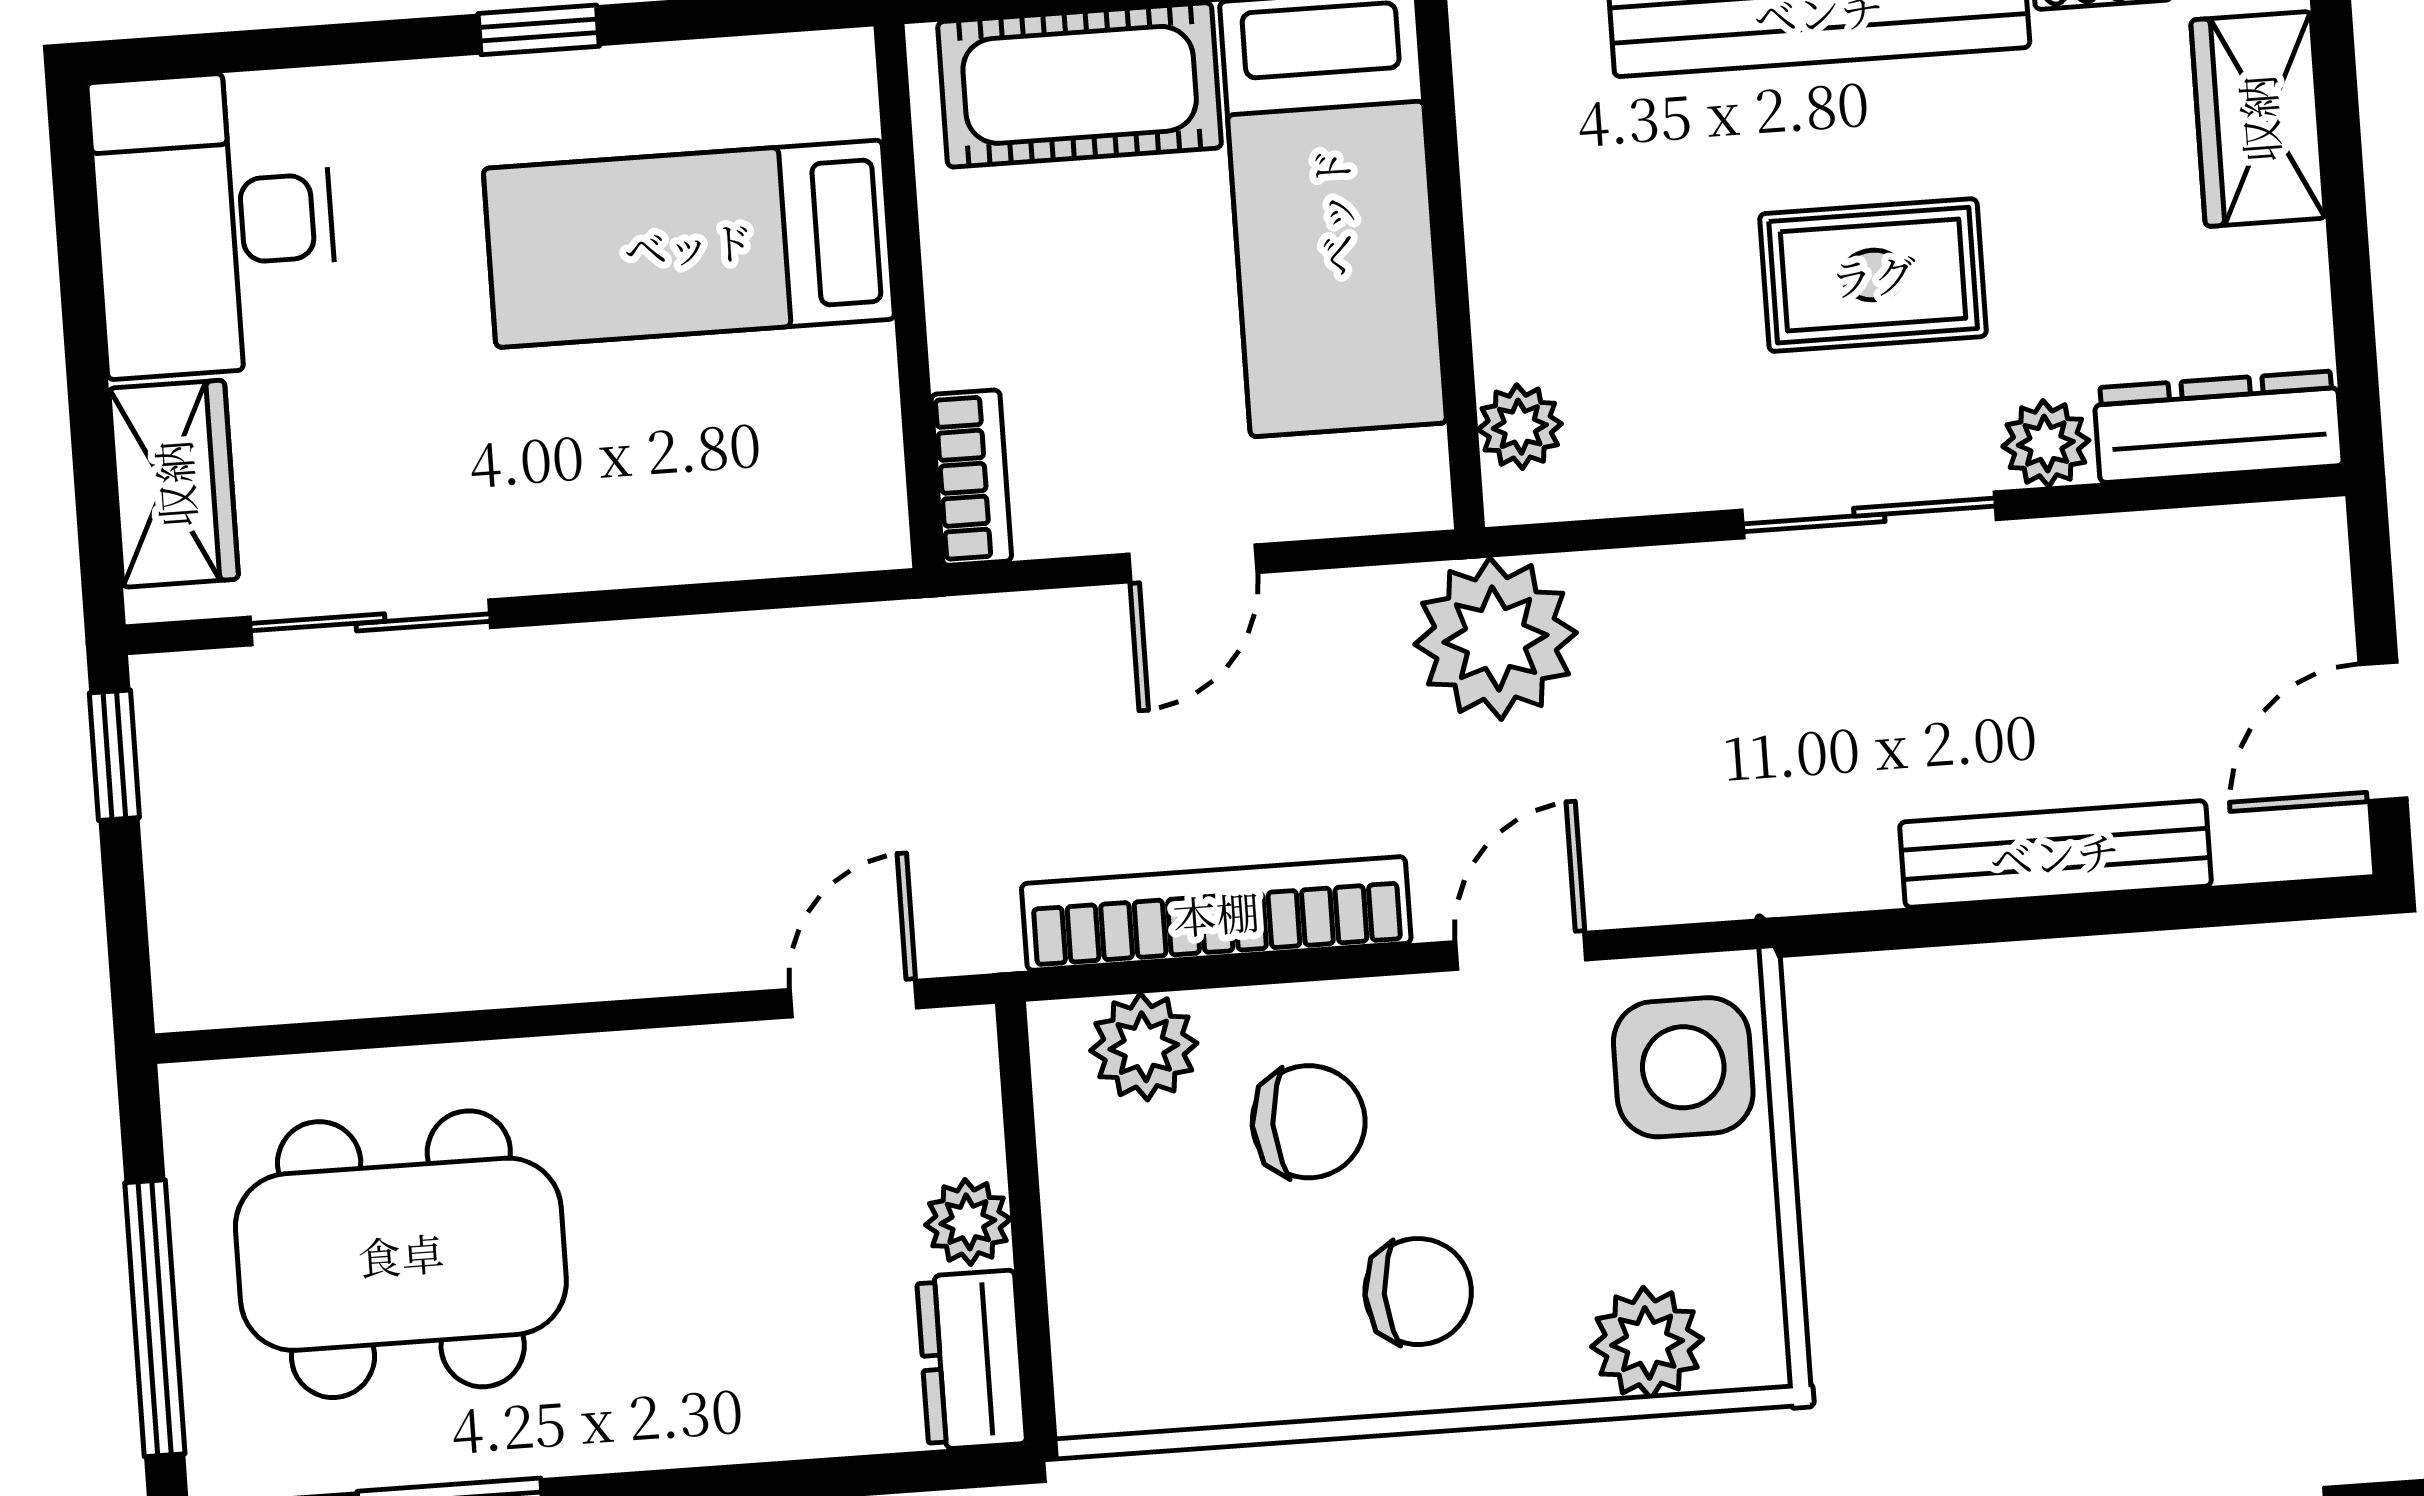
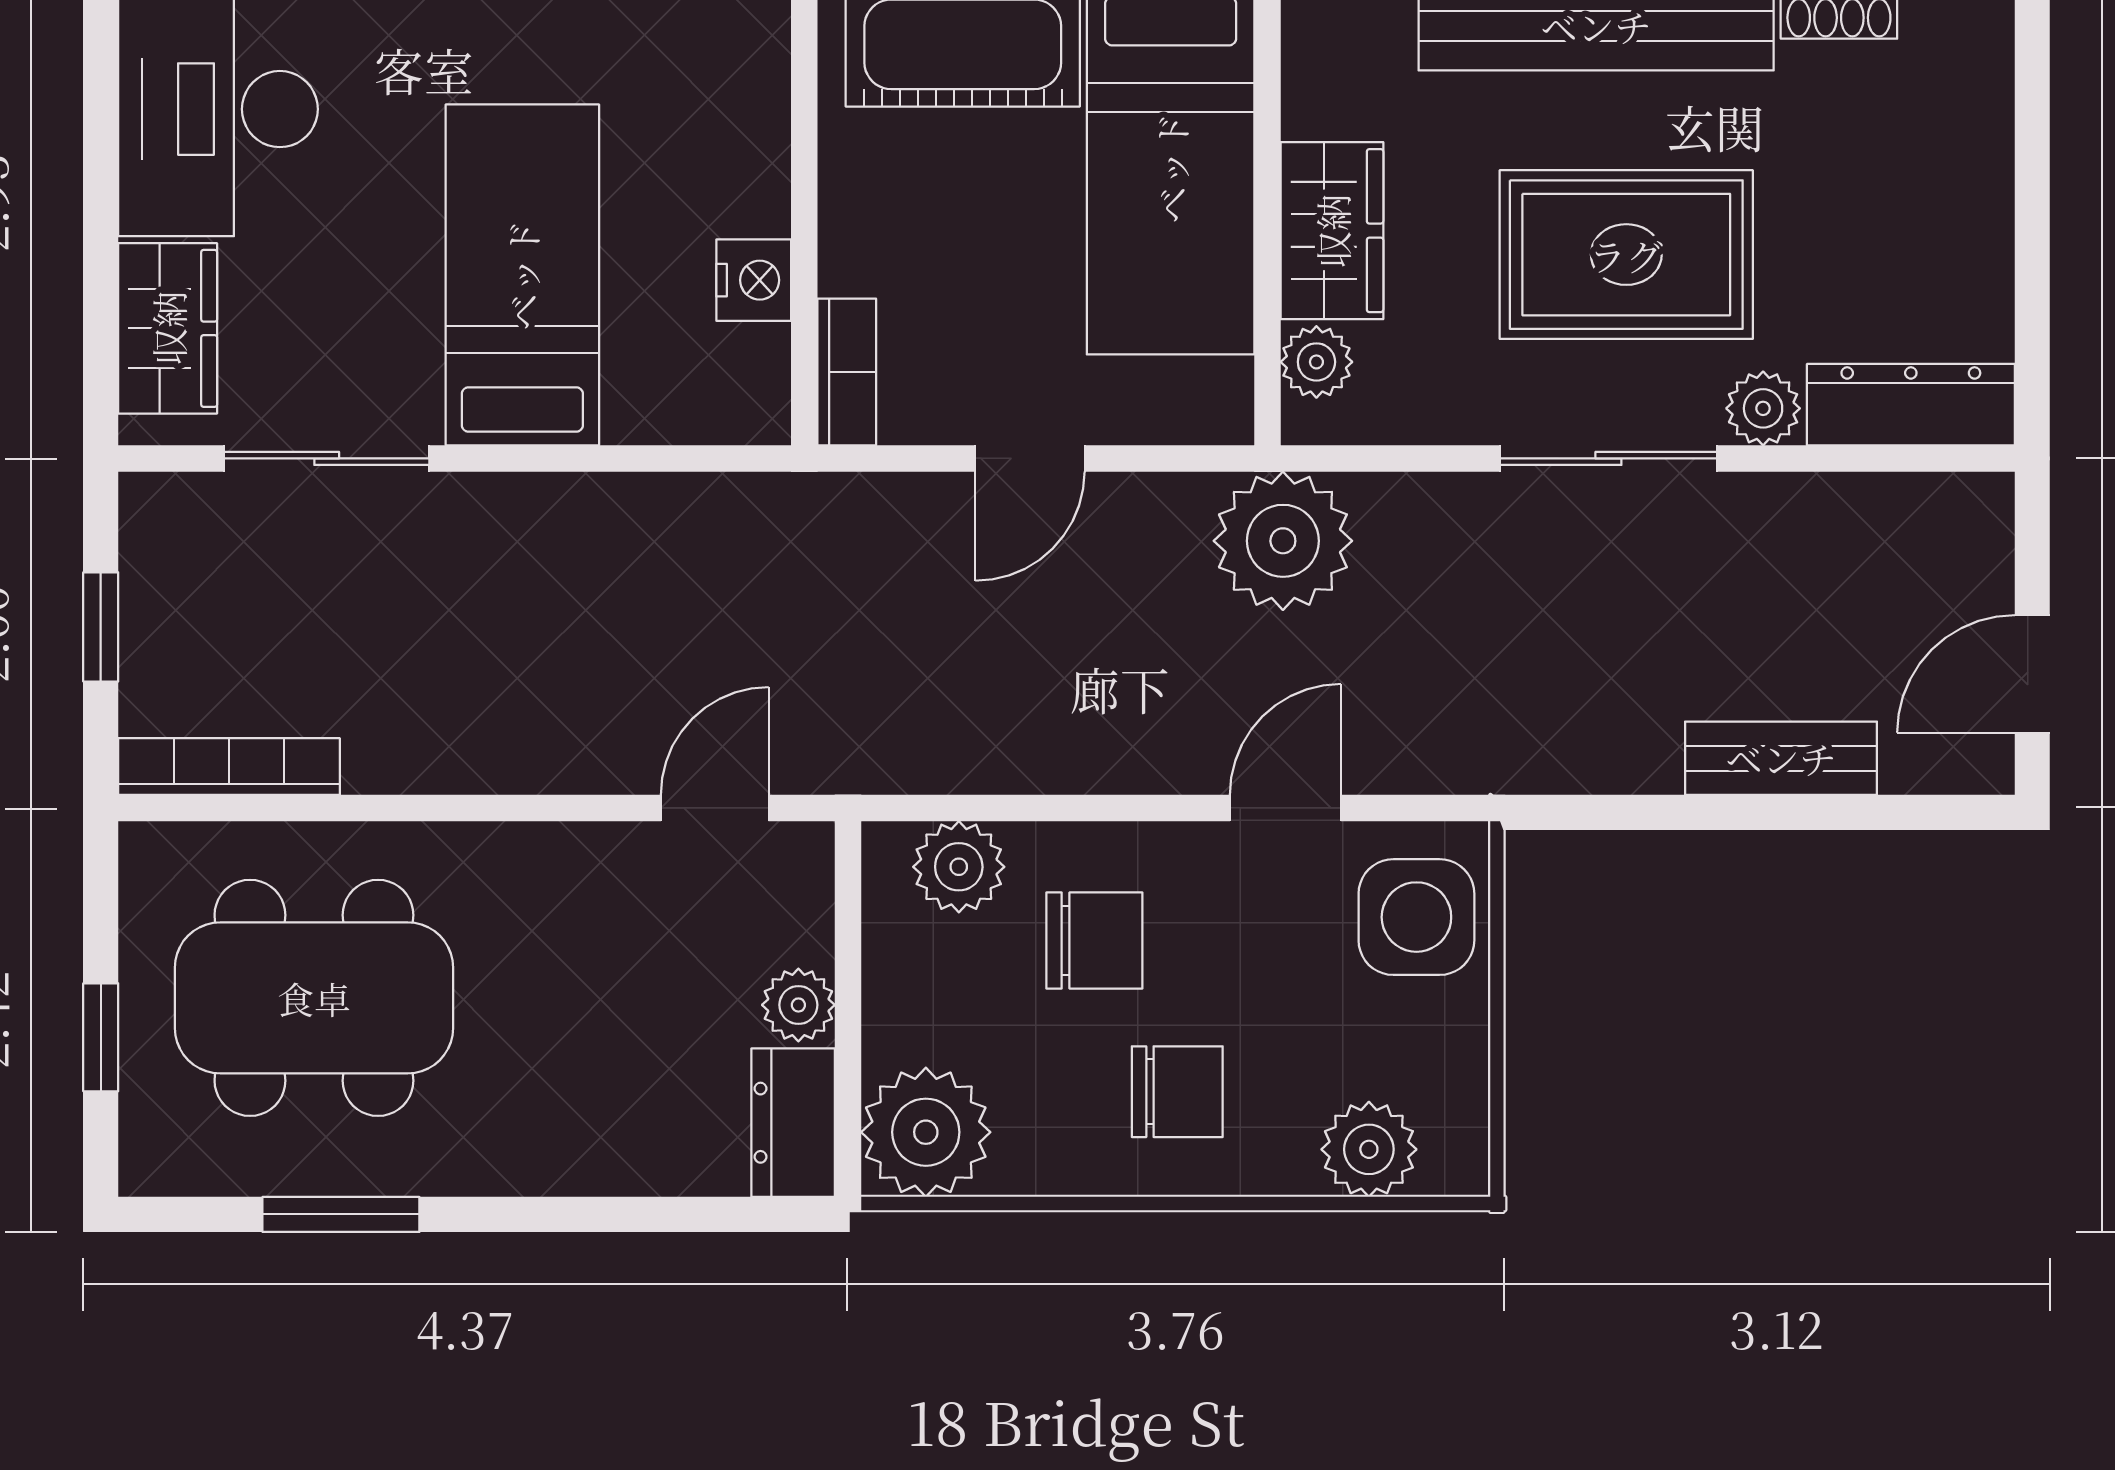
wardrobe: (2258, 119) -> (1332, 231), moved, turned 180
bed: (689, 244) -> (522, 275), moved, turned 90
rug: (1873, 275) -> (1626, 255), width x1.36, depth x1.43
nightstand: (855, 378) -> (754, 280), added
window: (114, 755) -> (101, 627), moved
bench: (2055, 854) -> (1781, 758), width x0.73
bookcase: (1216, 913) -> (229, 767), moved, width x0.68, depth x0.76
window: (155, 1318) -> (101, 1037), width x0.46
plant: (1128, 1360) -> (926, 1132), added

